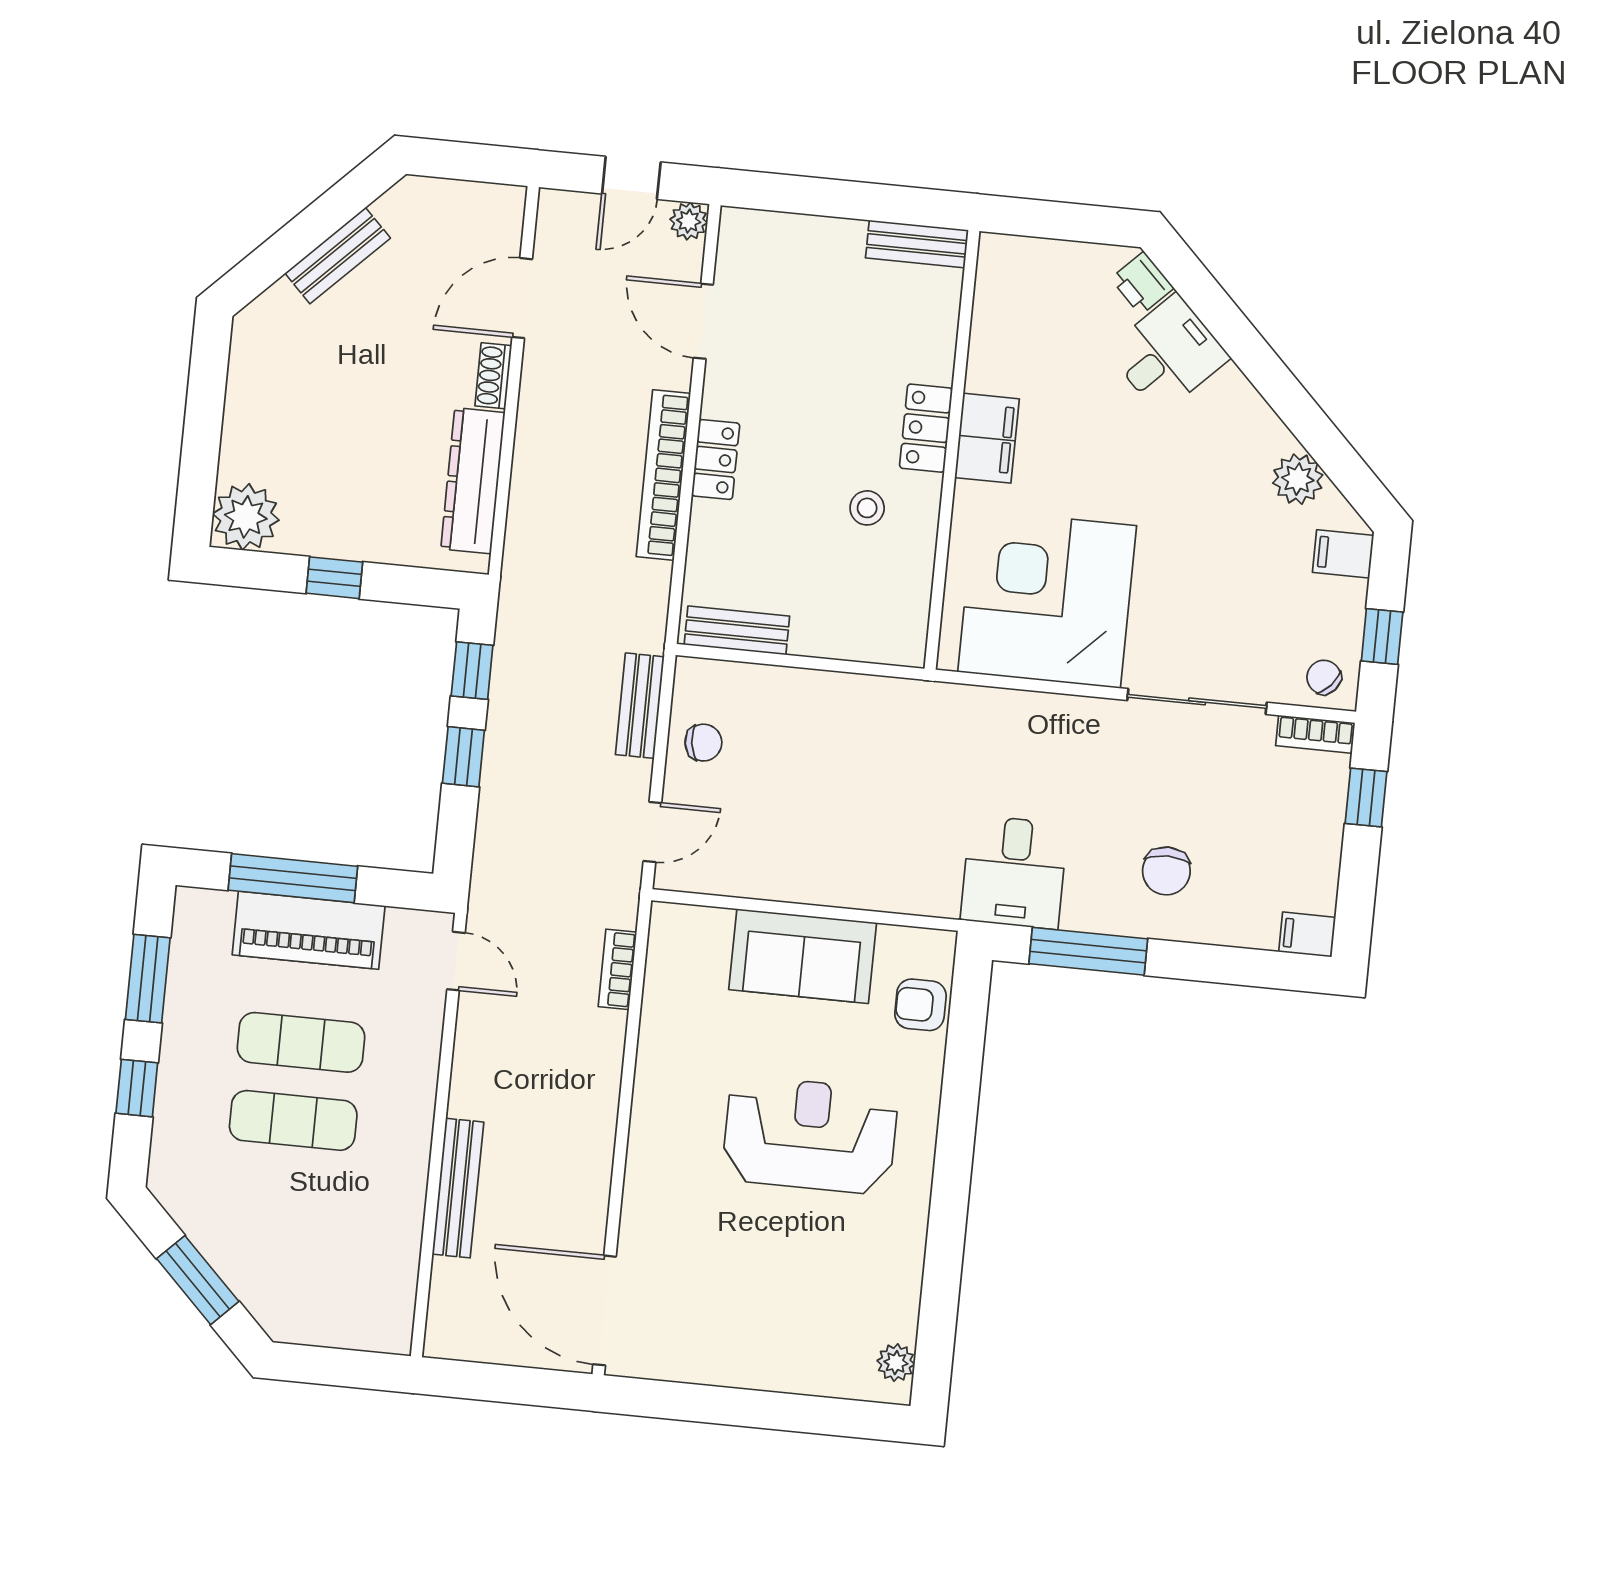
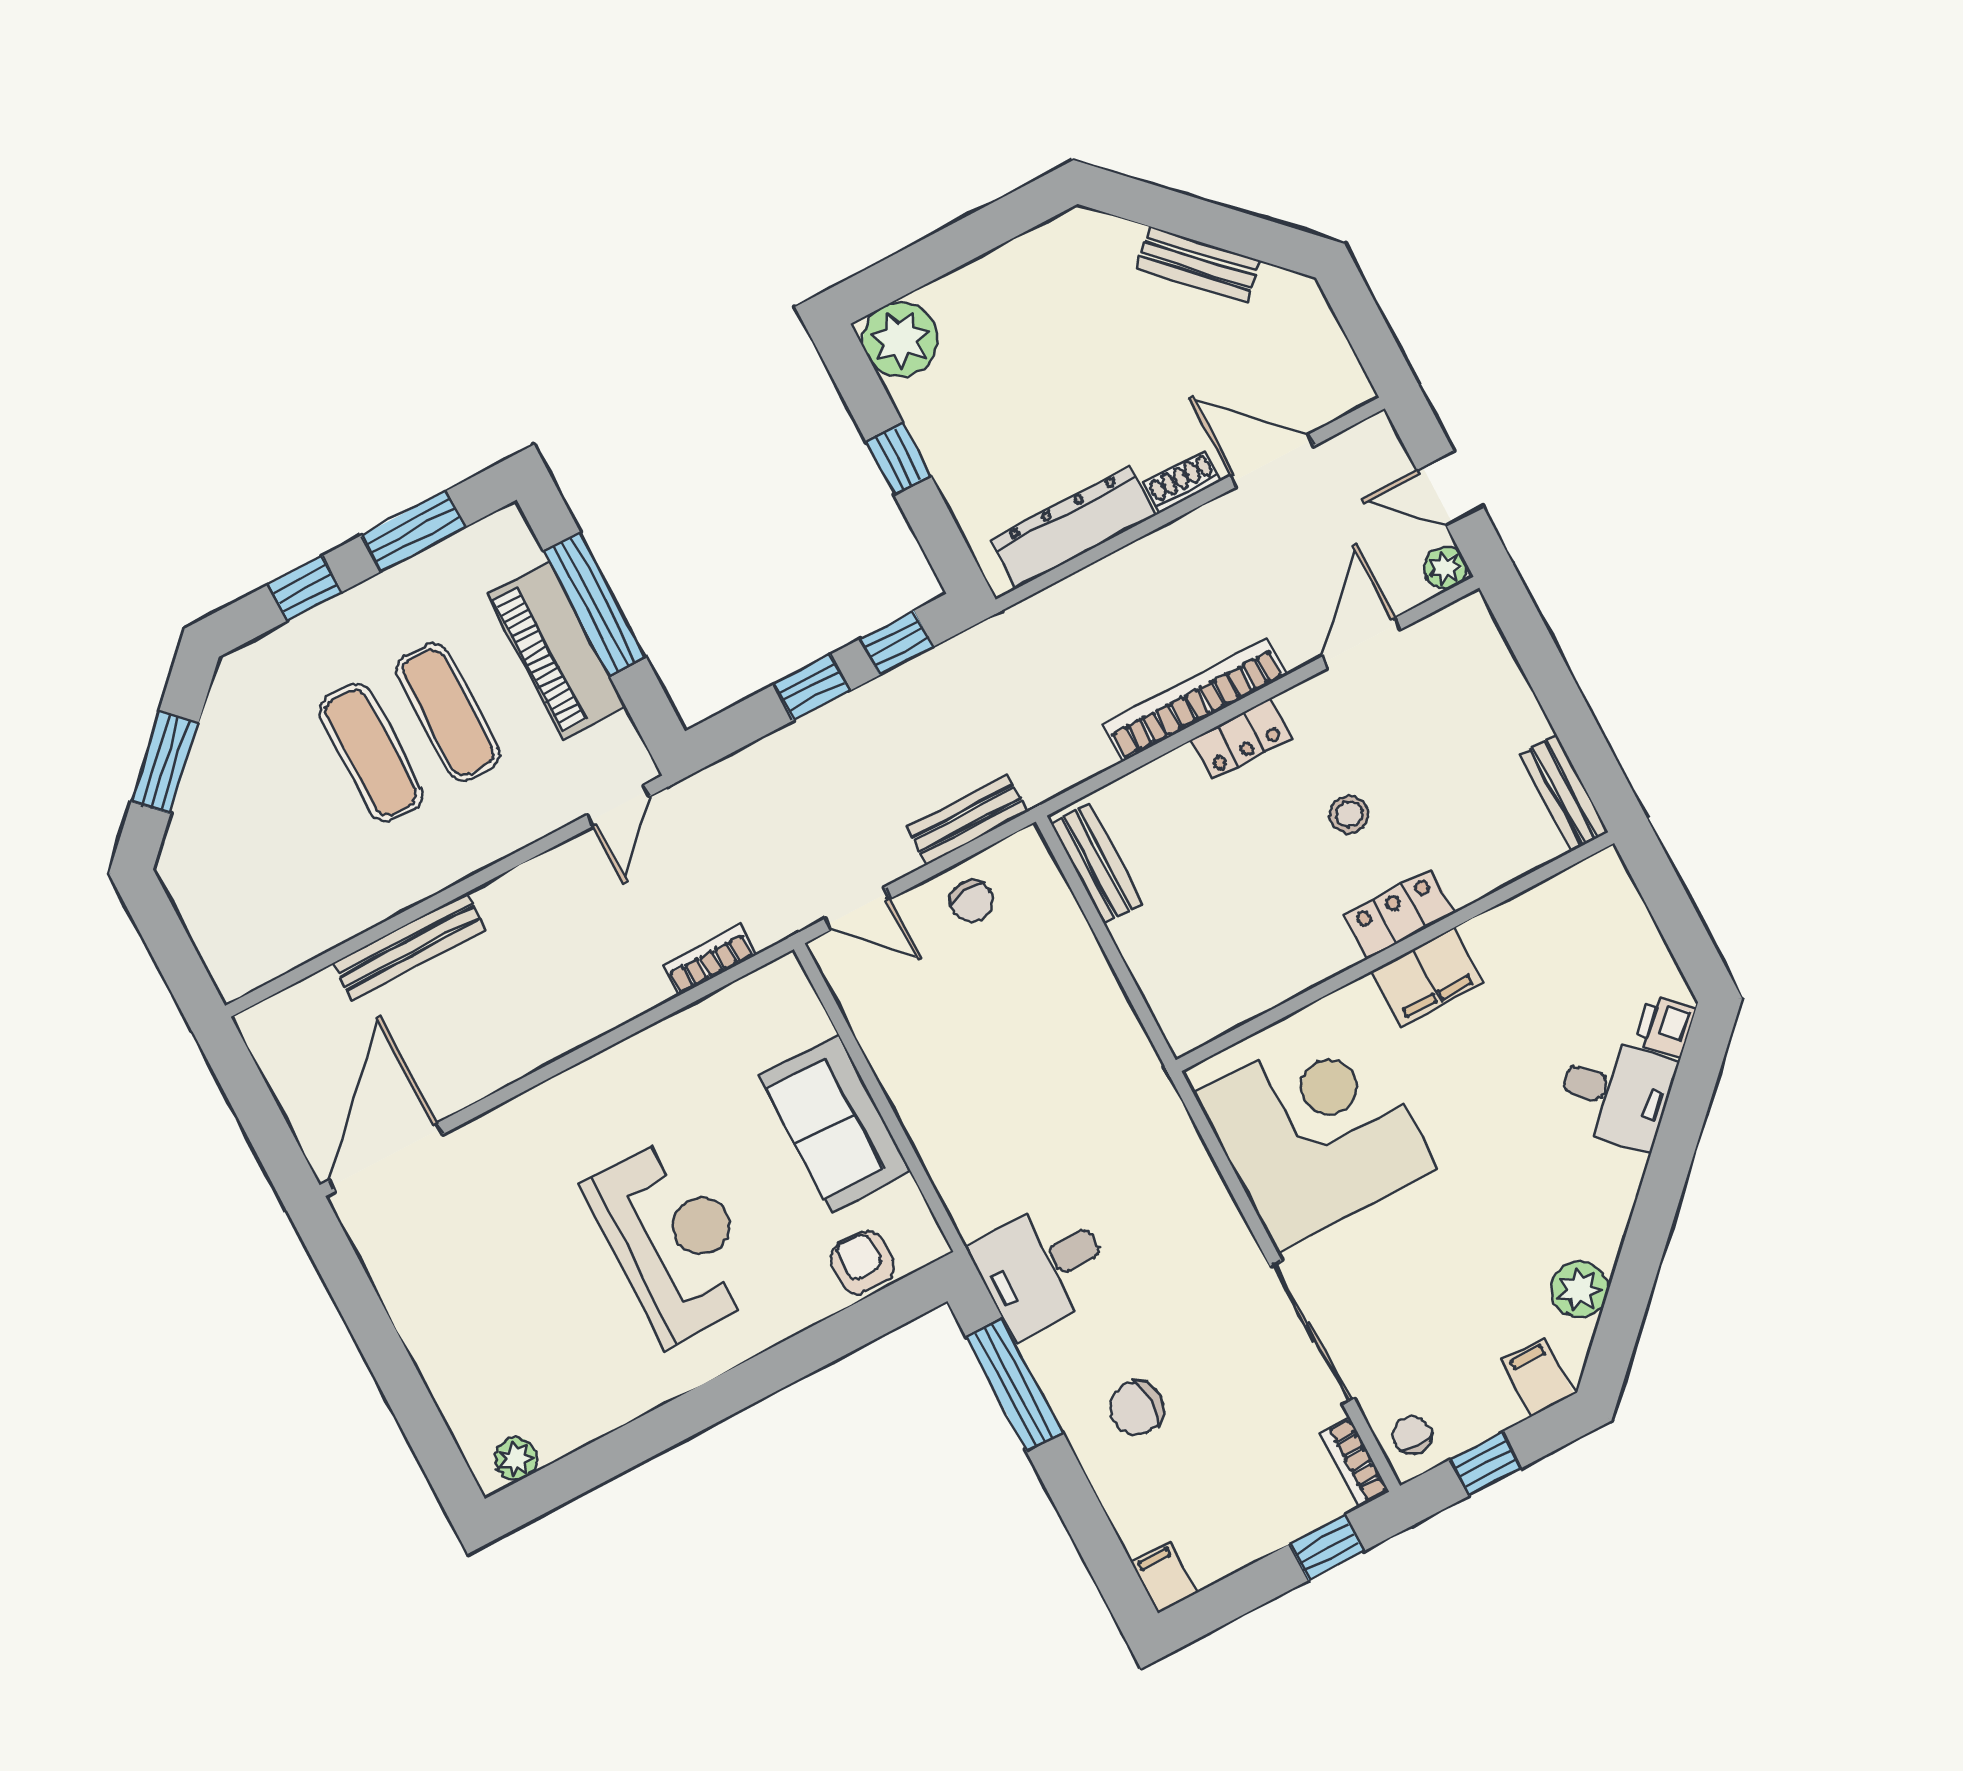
stool: (867, 508) -> (1349, 815), moved
chair: (1324, 677) -> (1412, 1435), turned -41

